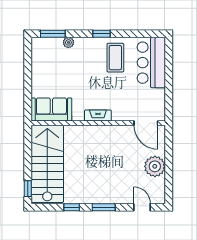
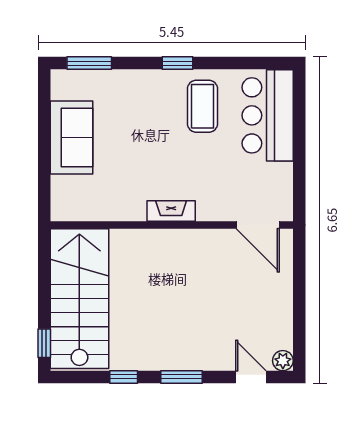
plant: (68, 42) -> (118, 79), removed
sofa: (51, 109) -> (71, 137), moved, turned 90
plant: (155, 166) -> (283, 361), moved, width x0.53, depth x0.53

